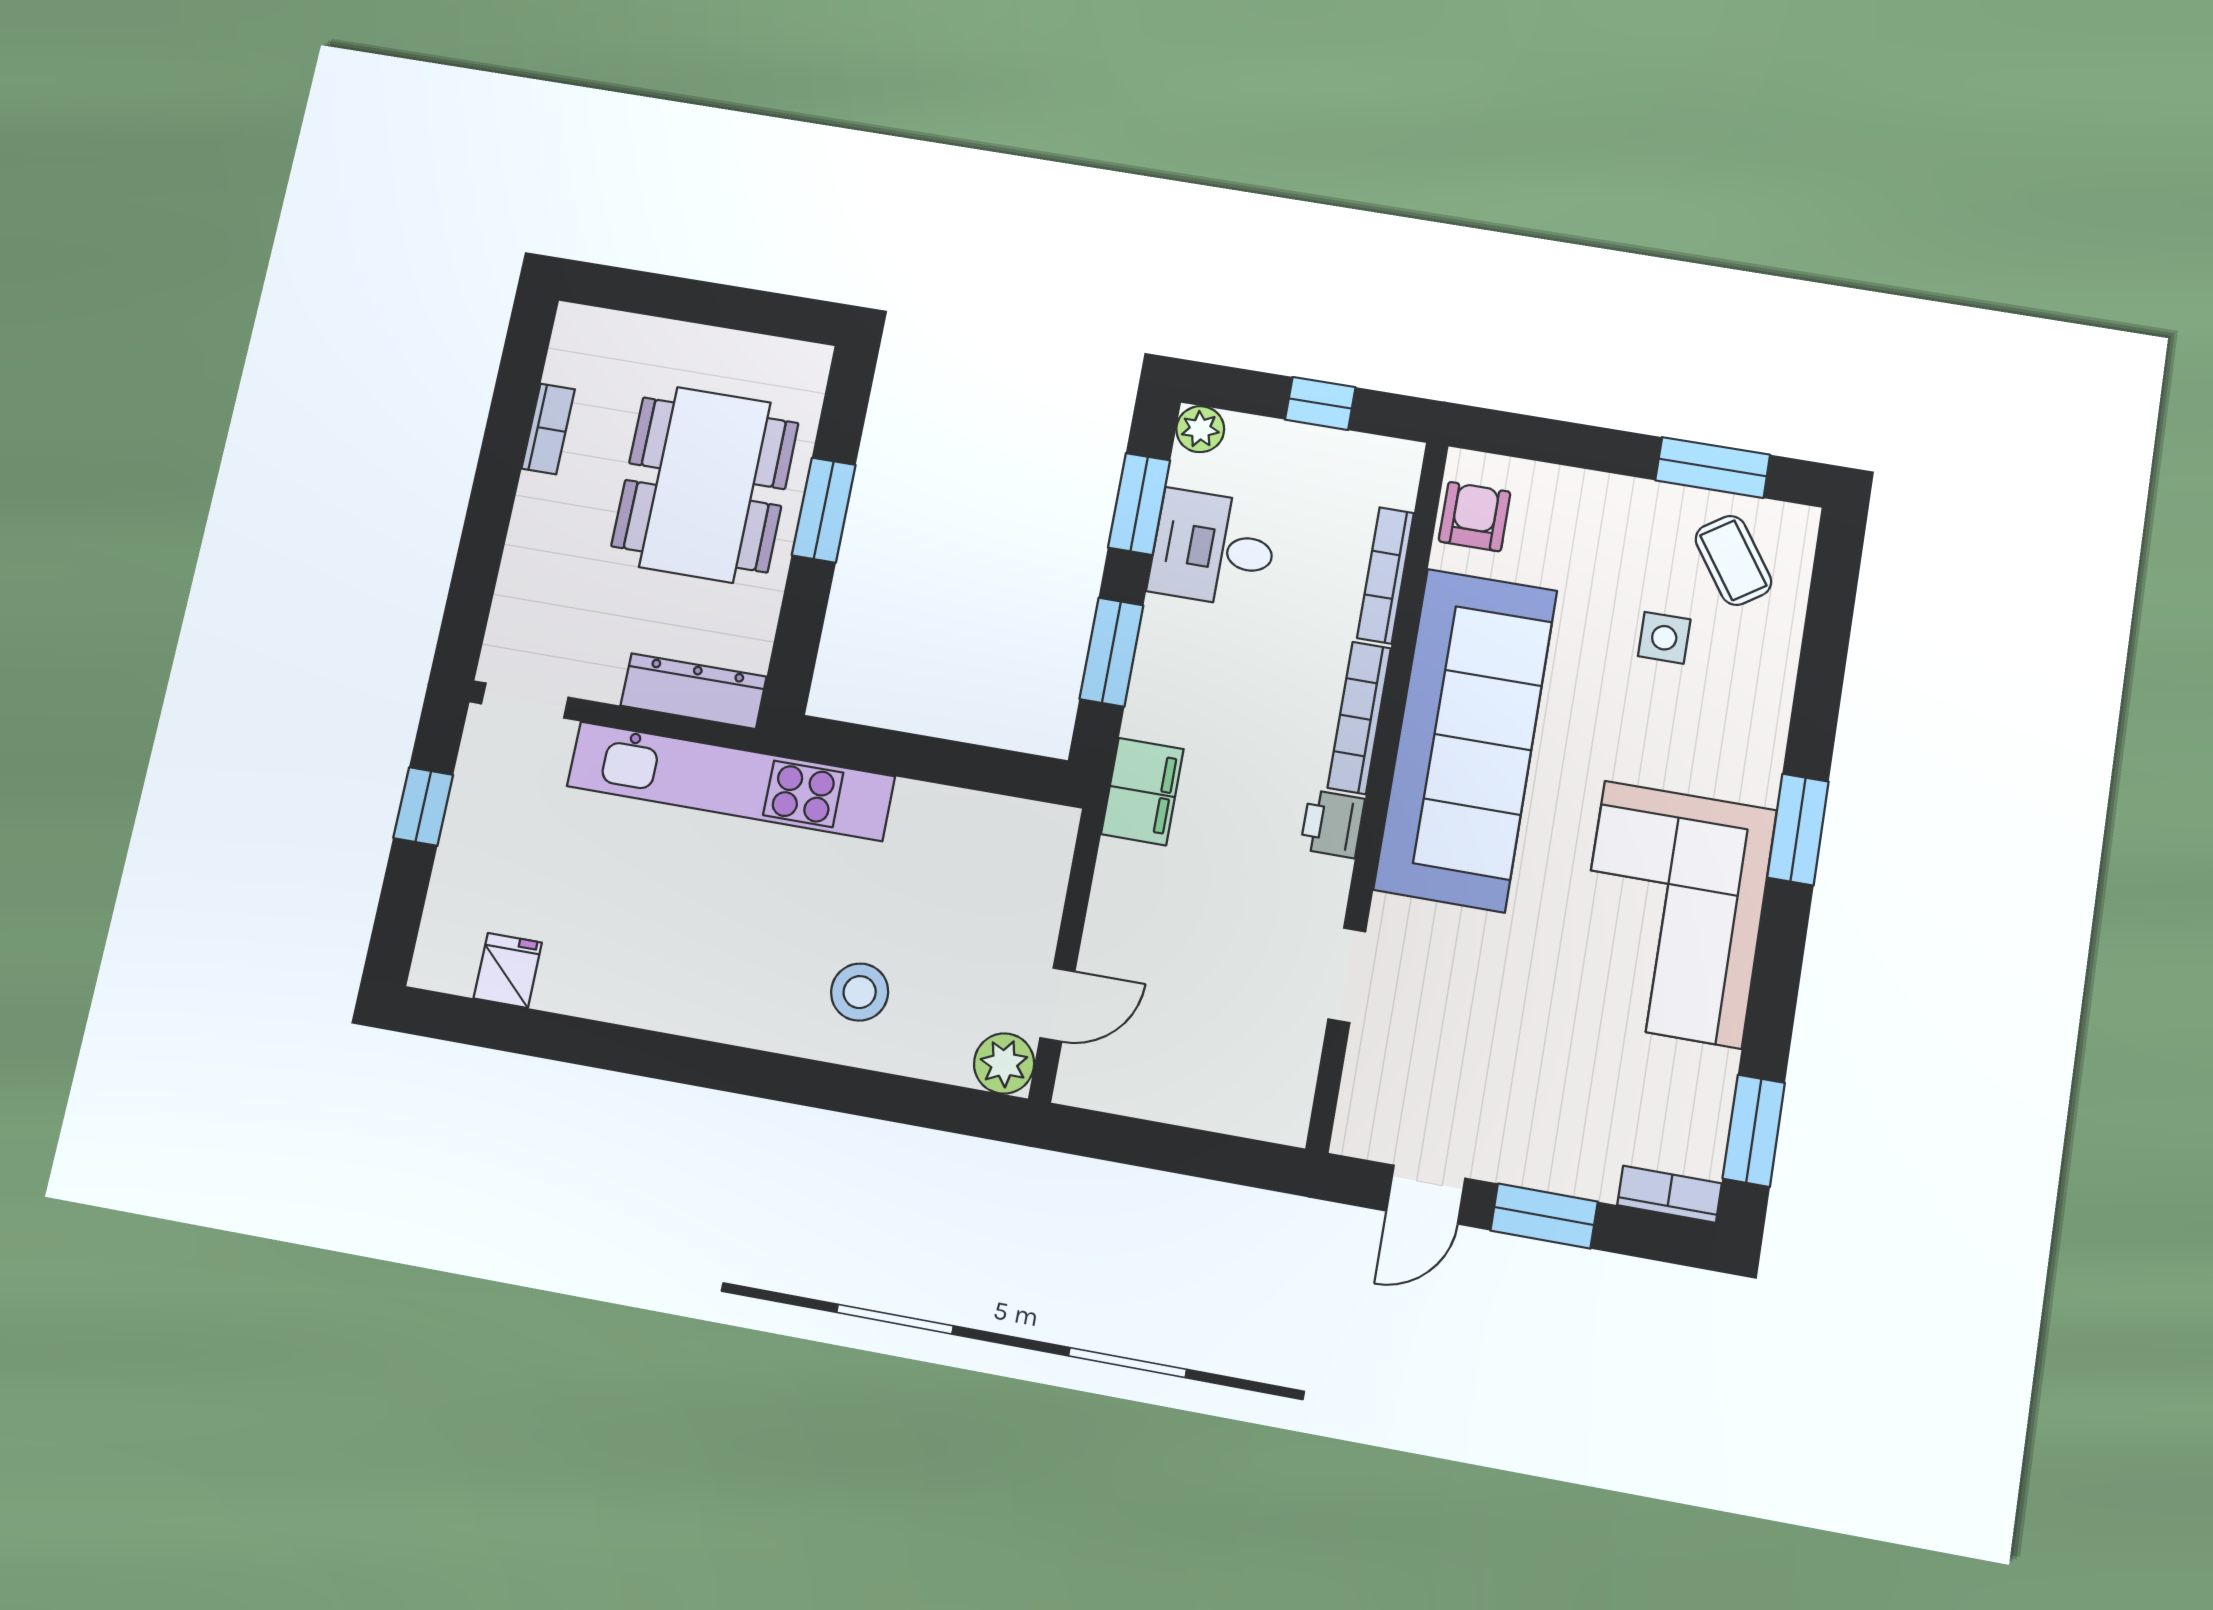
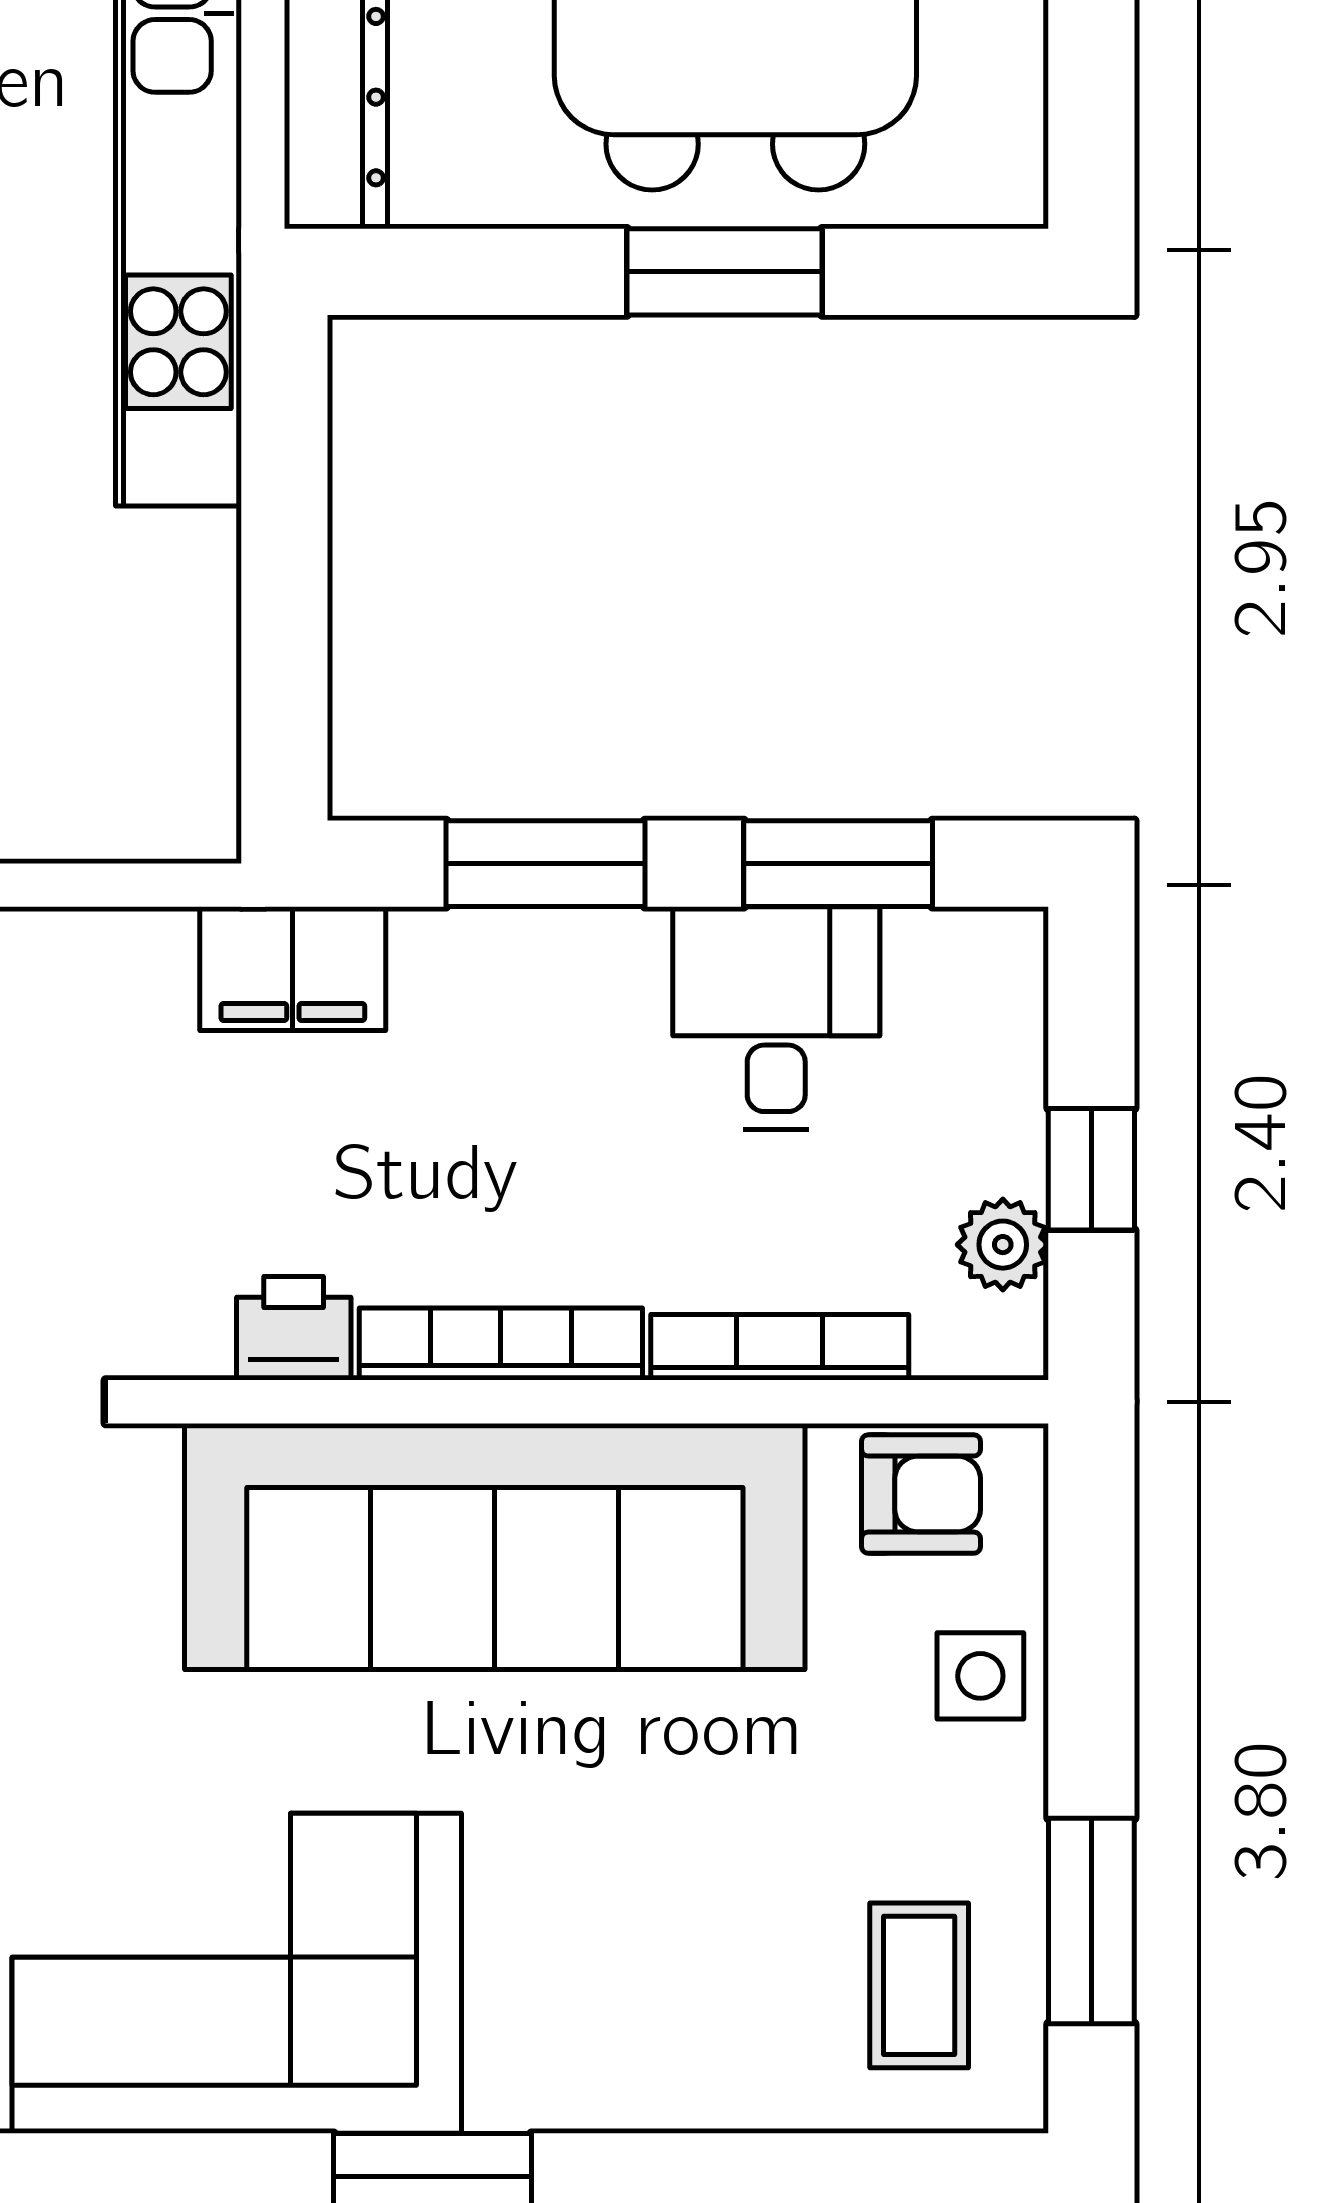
plant: (1200, 429) -> (1003, 1245), moved
coffee table: (1733, 560) -> (919, 1985), turned -56
side table: (1664, 638) -> (980, 1676), moved

